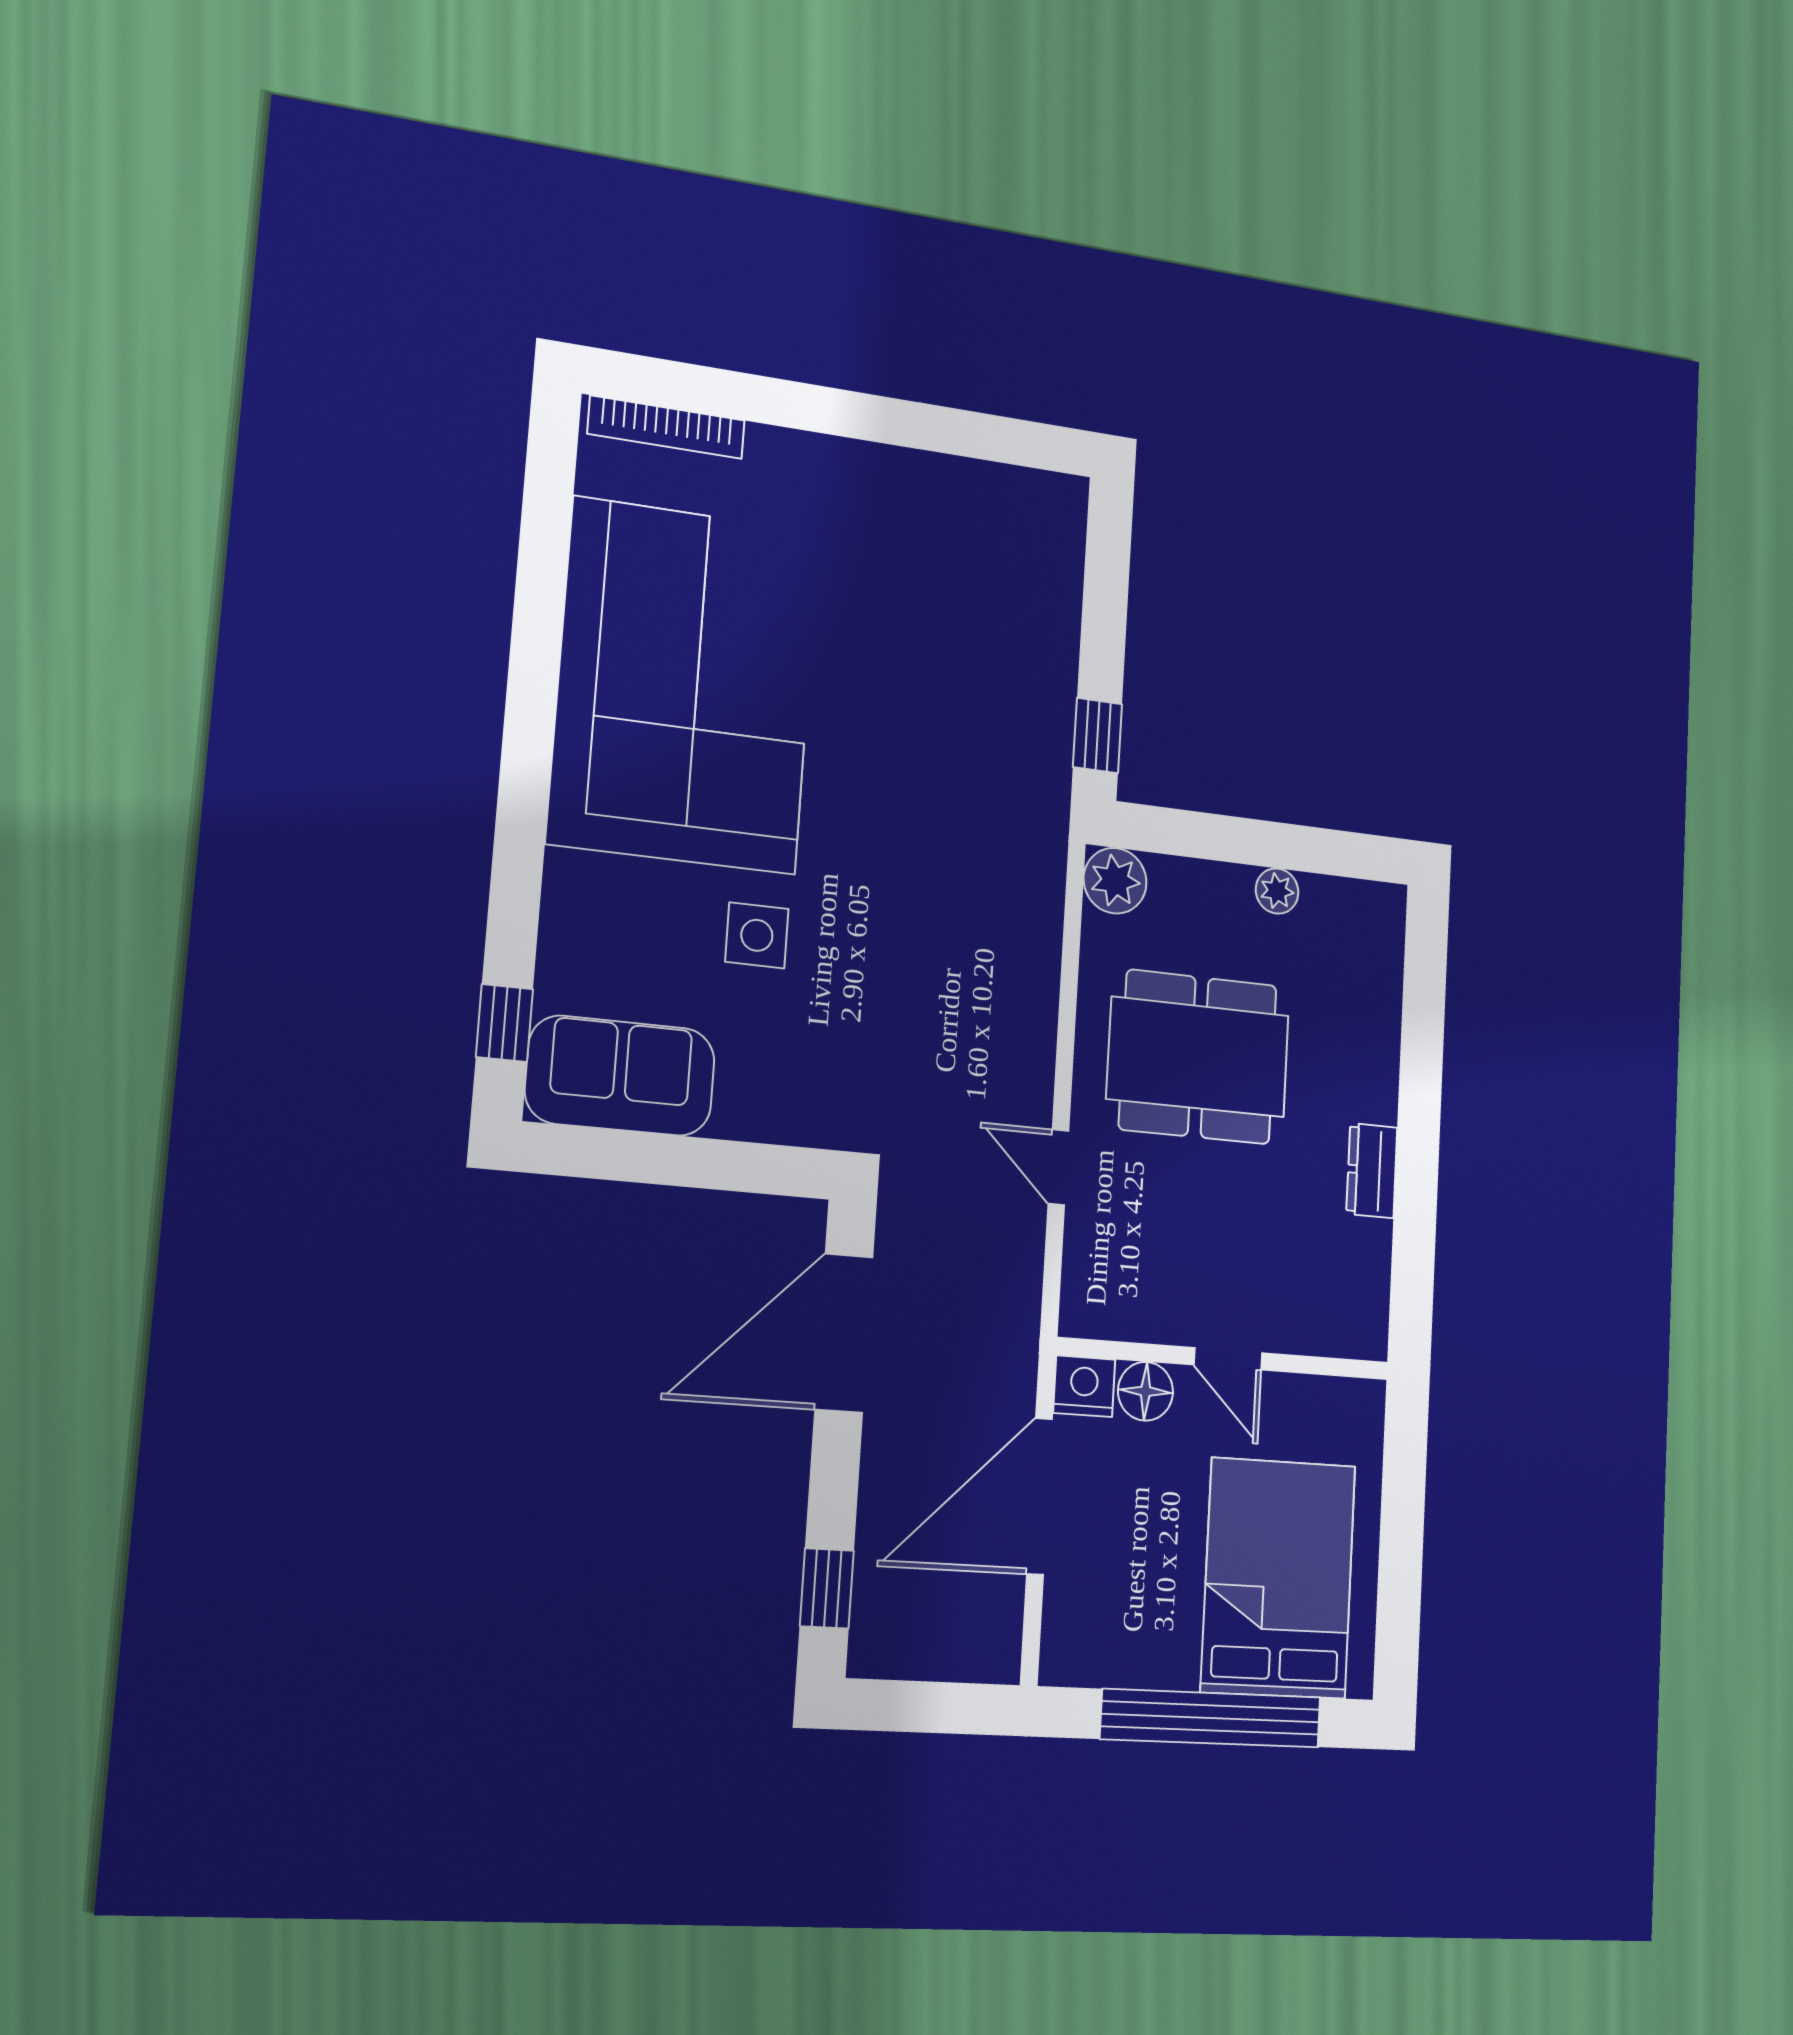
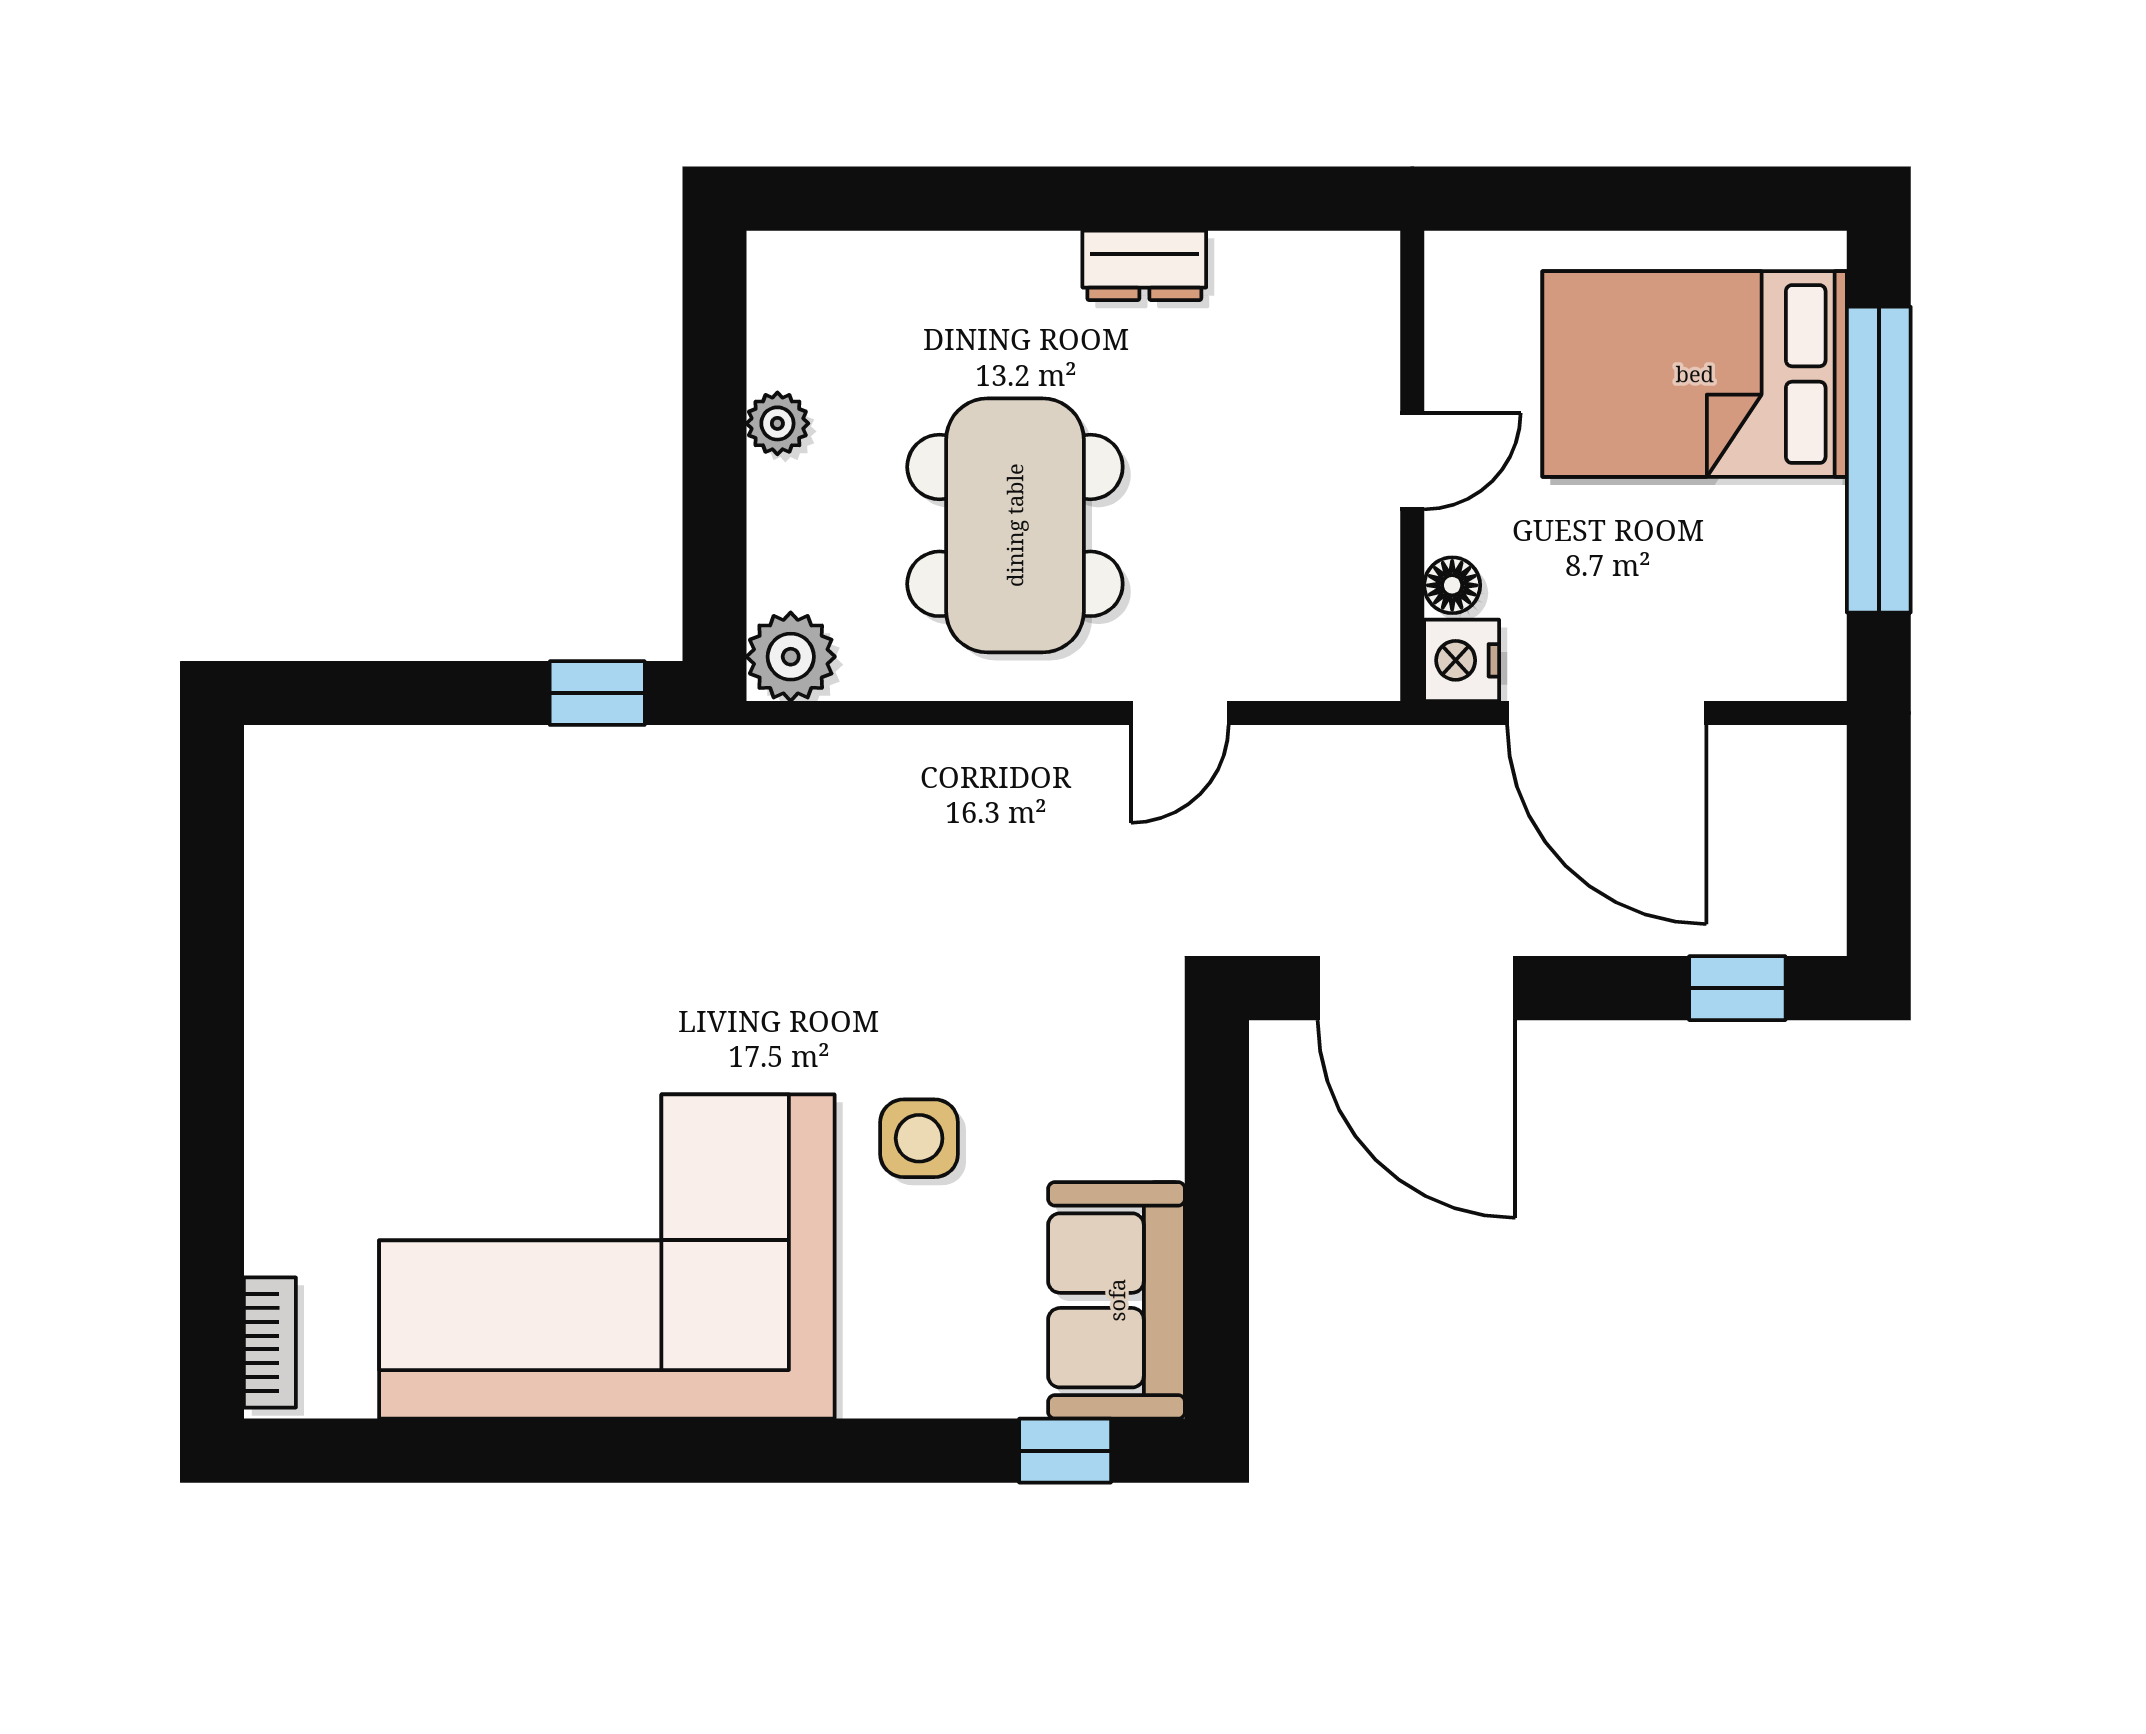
bookcase: (666, 427) -> (270, 1343), width x0.64
floor lamp: (1146, 1391) -> (1452, 585), width x0.73, depth x0.73

